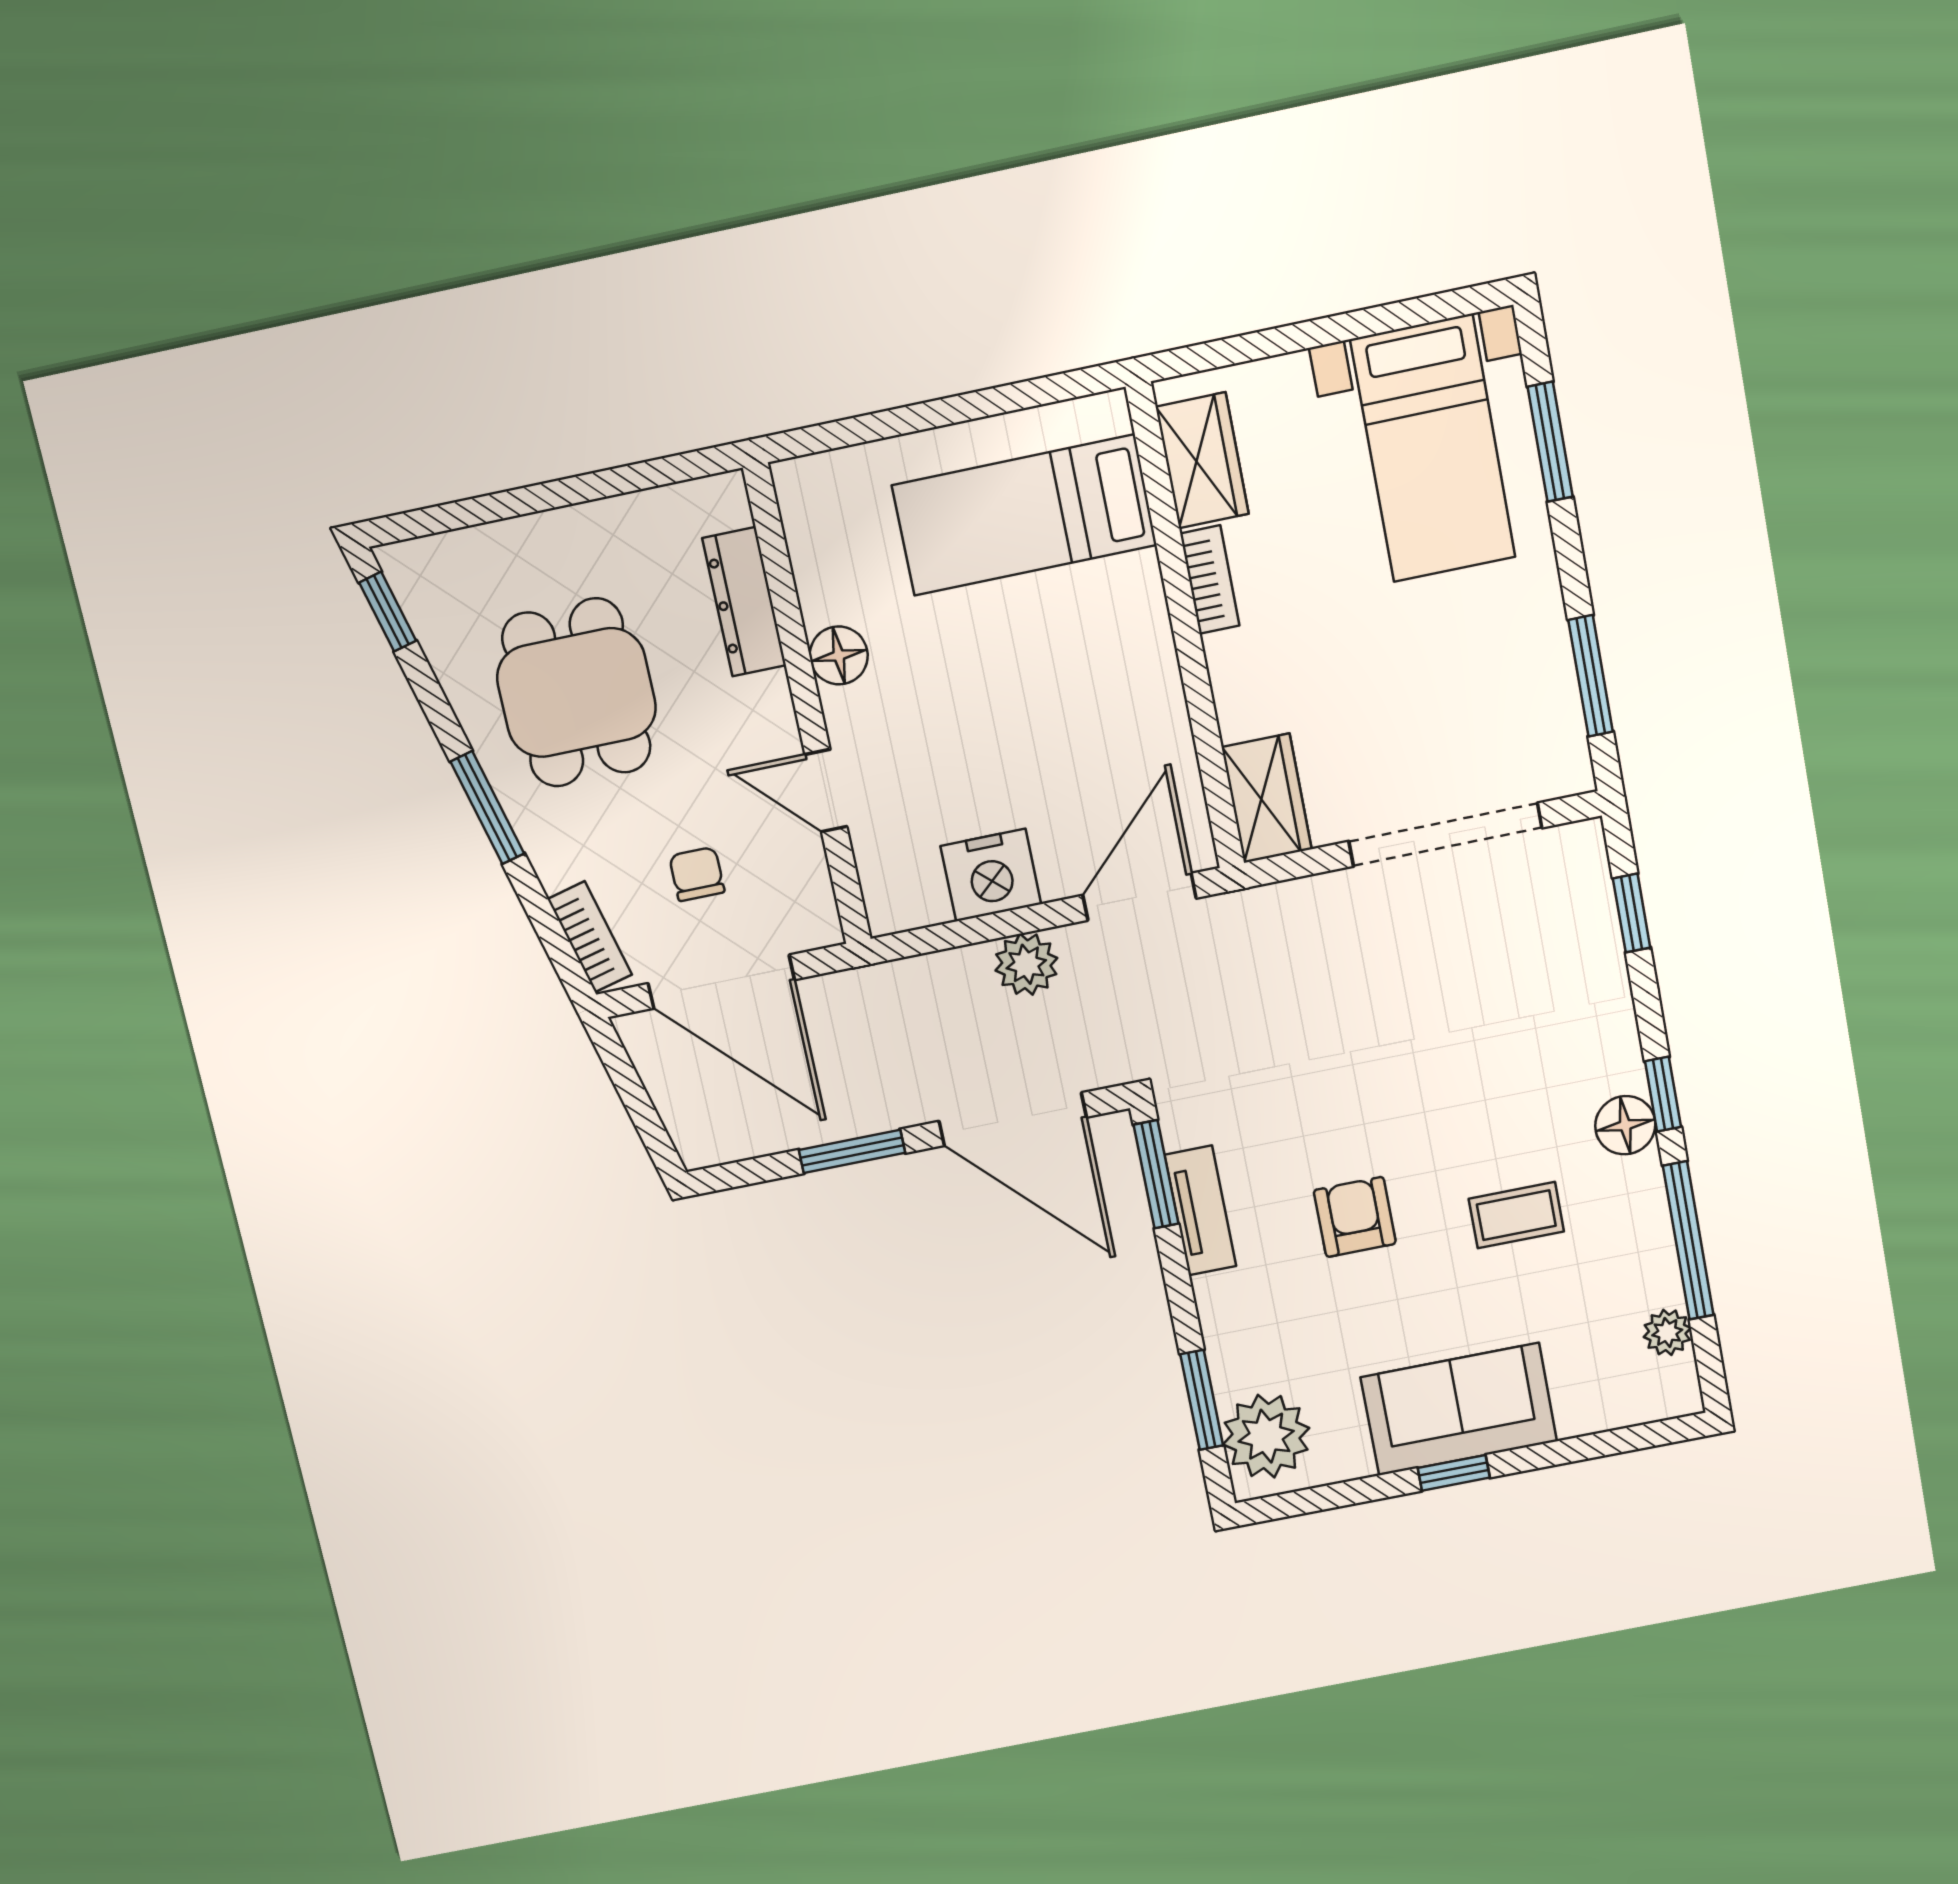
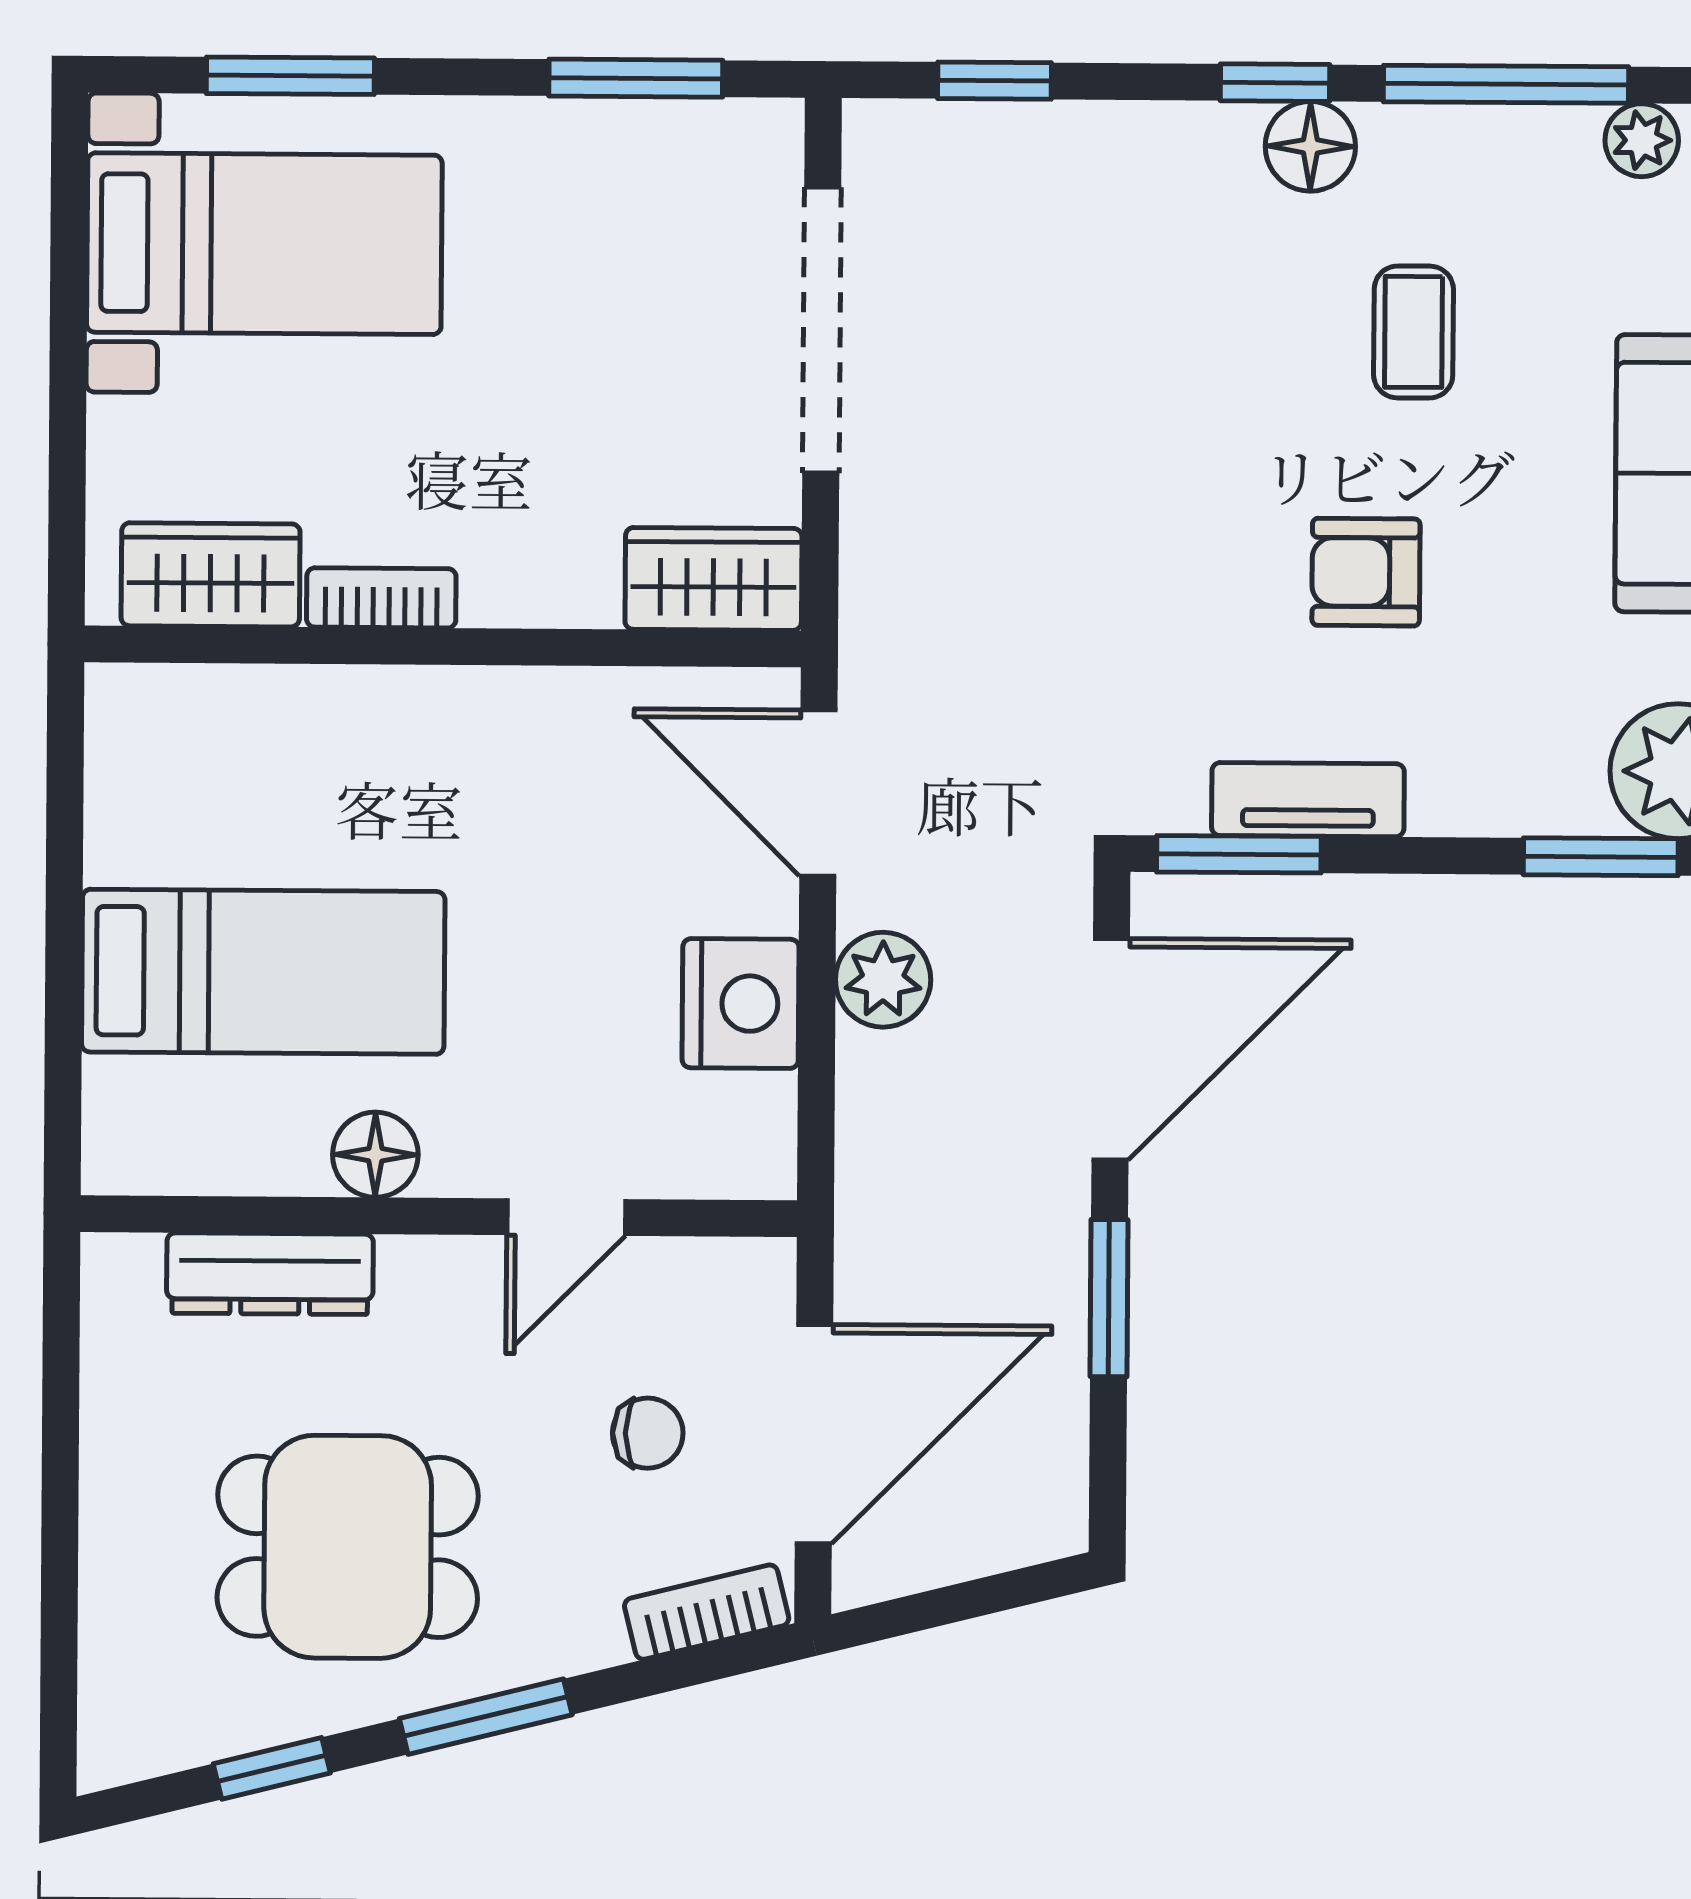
bed: (1024, 515) -> (263, 972), moved, turned -90
window: (388, 612) -> (272, 1768), moved
chair: (697, 874) -> (648, 1433), turned 180

